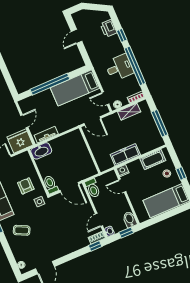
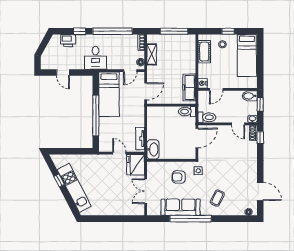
desk: (119, 68) -> (96, 58), moved, turned 180
freezer: (125, 155) -> (189, 88), moved
toilet: (51, 184) -> (187, 112), moved

